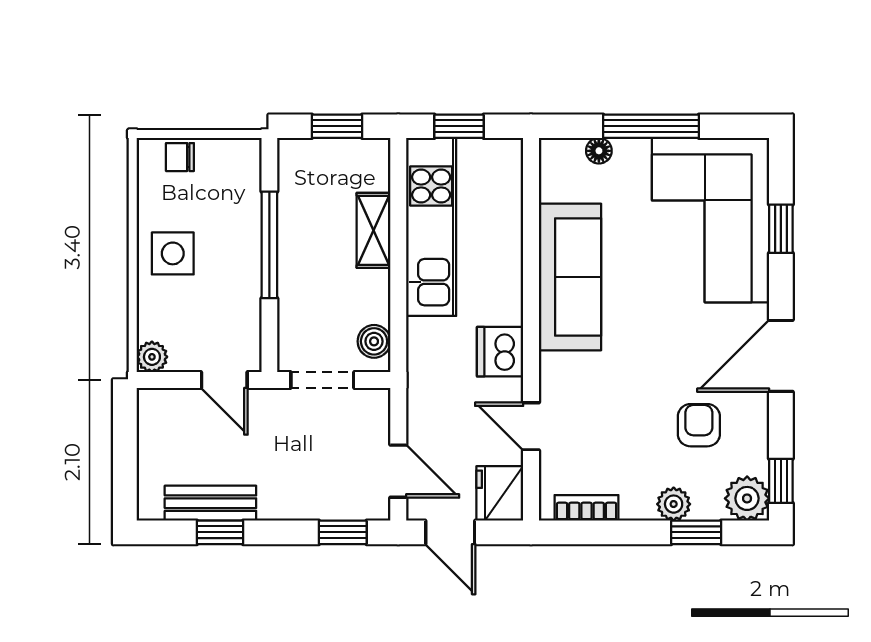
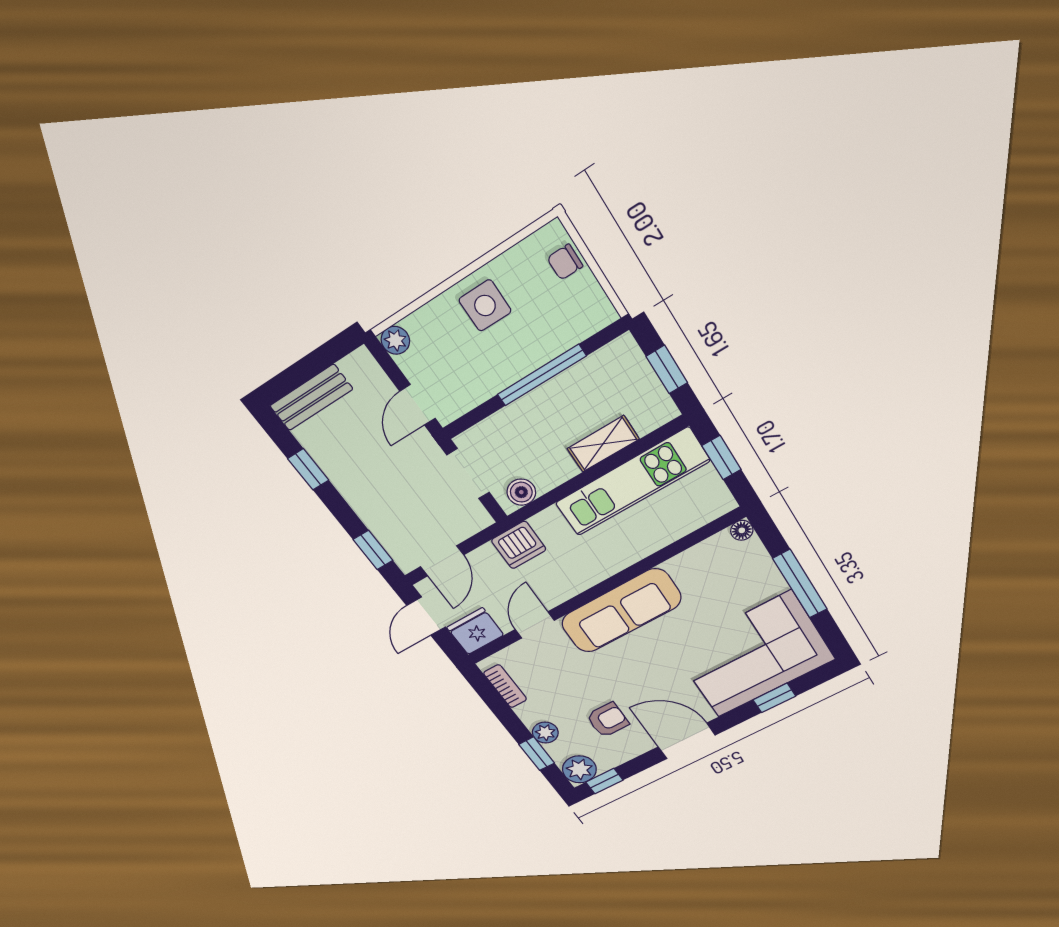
floor lamp: (599, 151) -> (742, 530), moved
chair: (180, 157) -> (565, 262), turned -90
sofa: (570, 277) -> (621, 611), moved
dishwasher: (500, 352) -> (519, 545), moved, turned 180
bench: (210, 503) -> (311, 398), moved, turned 90

